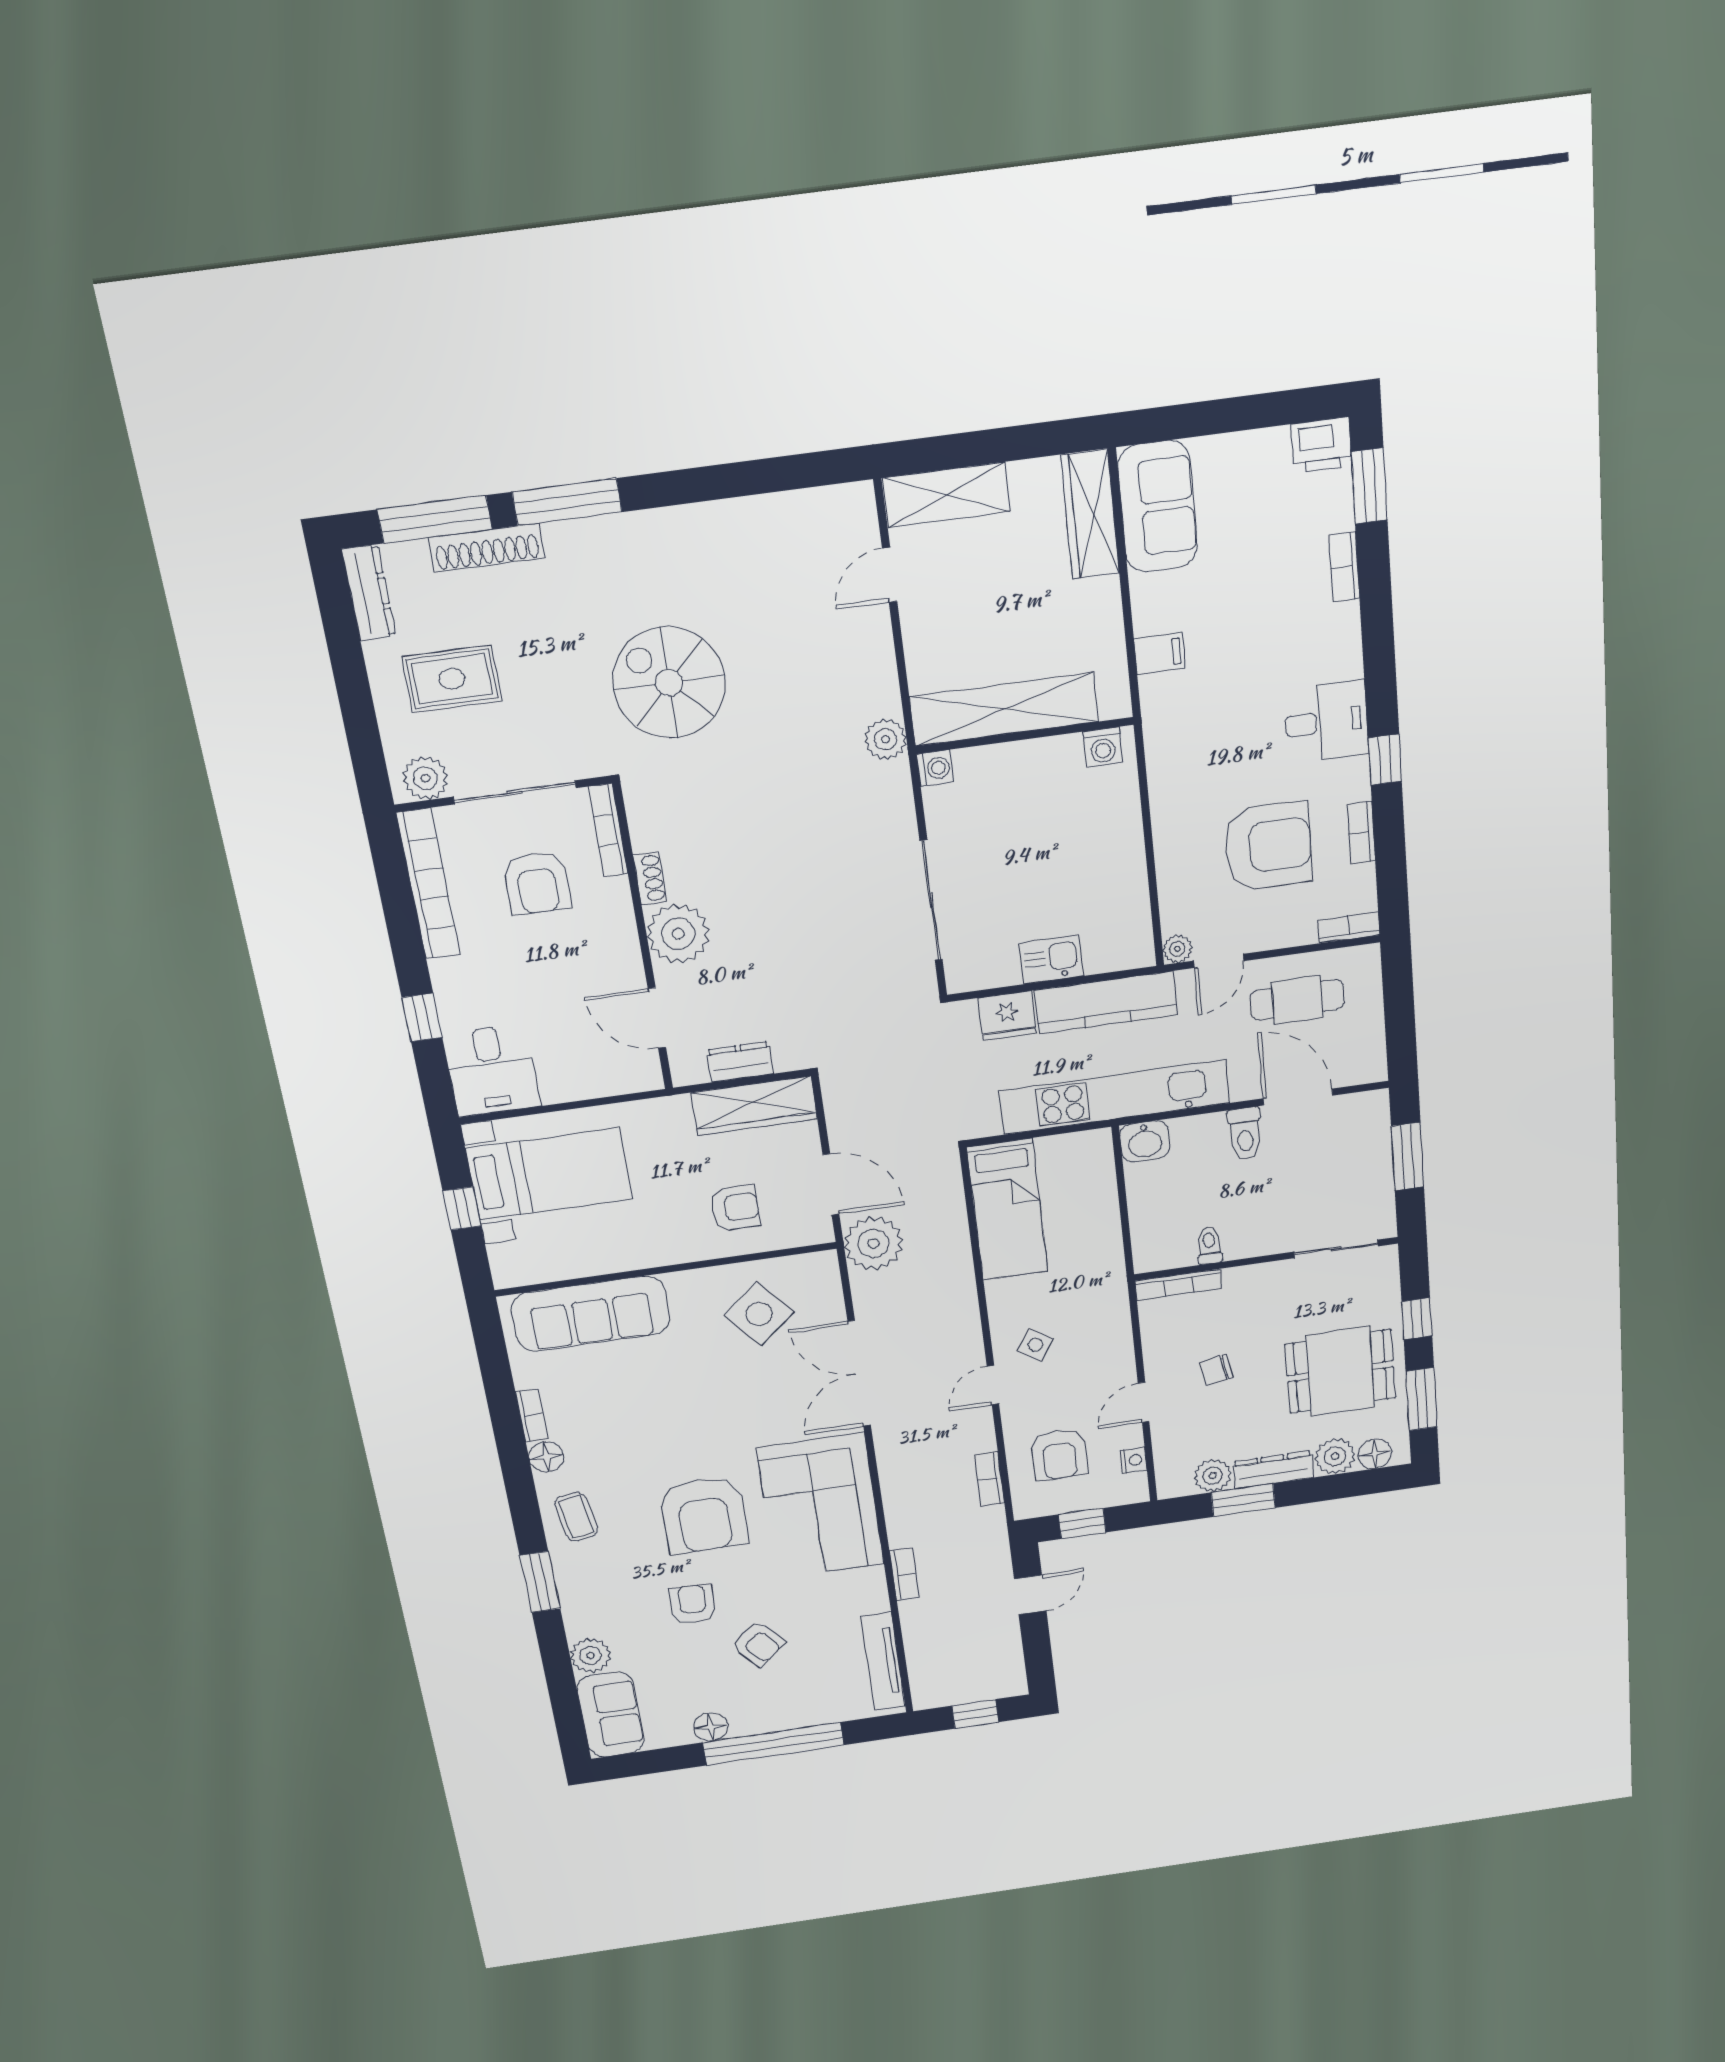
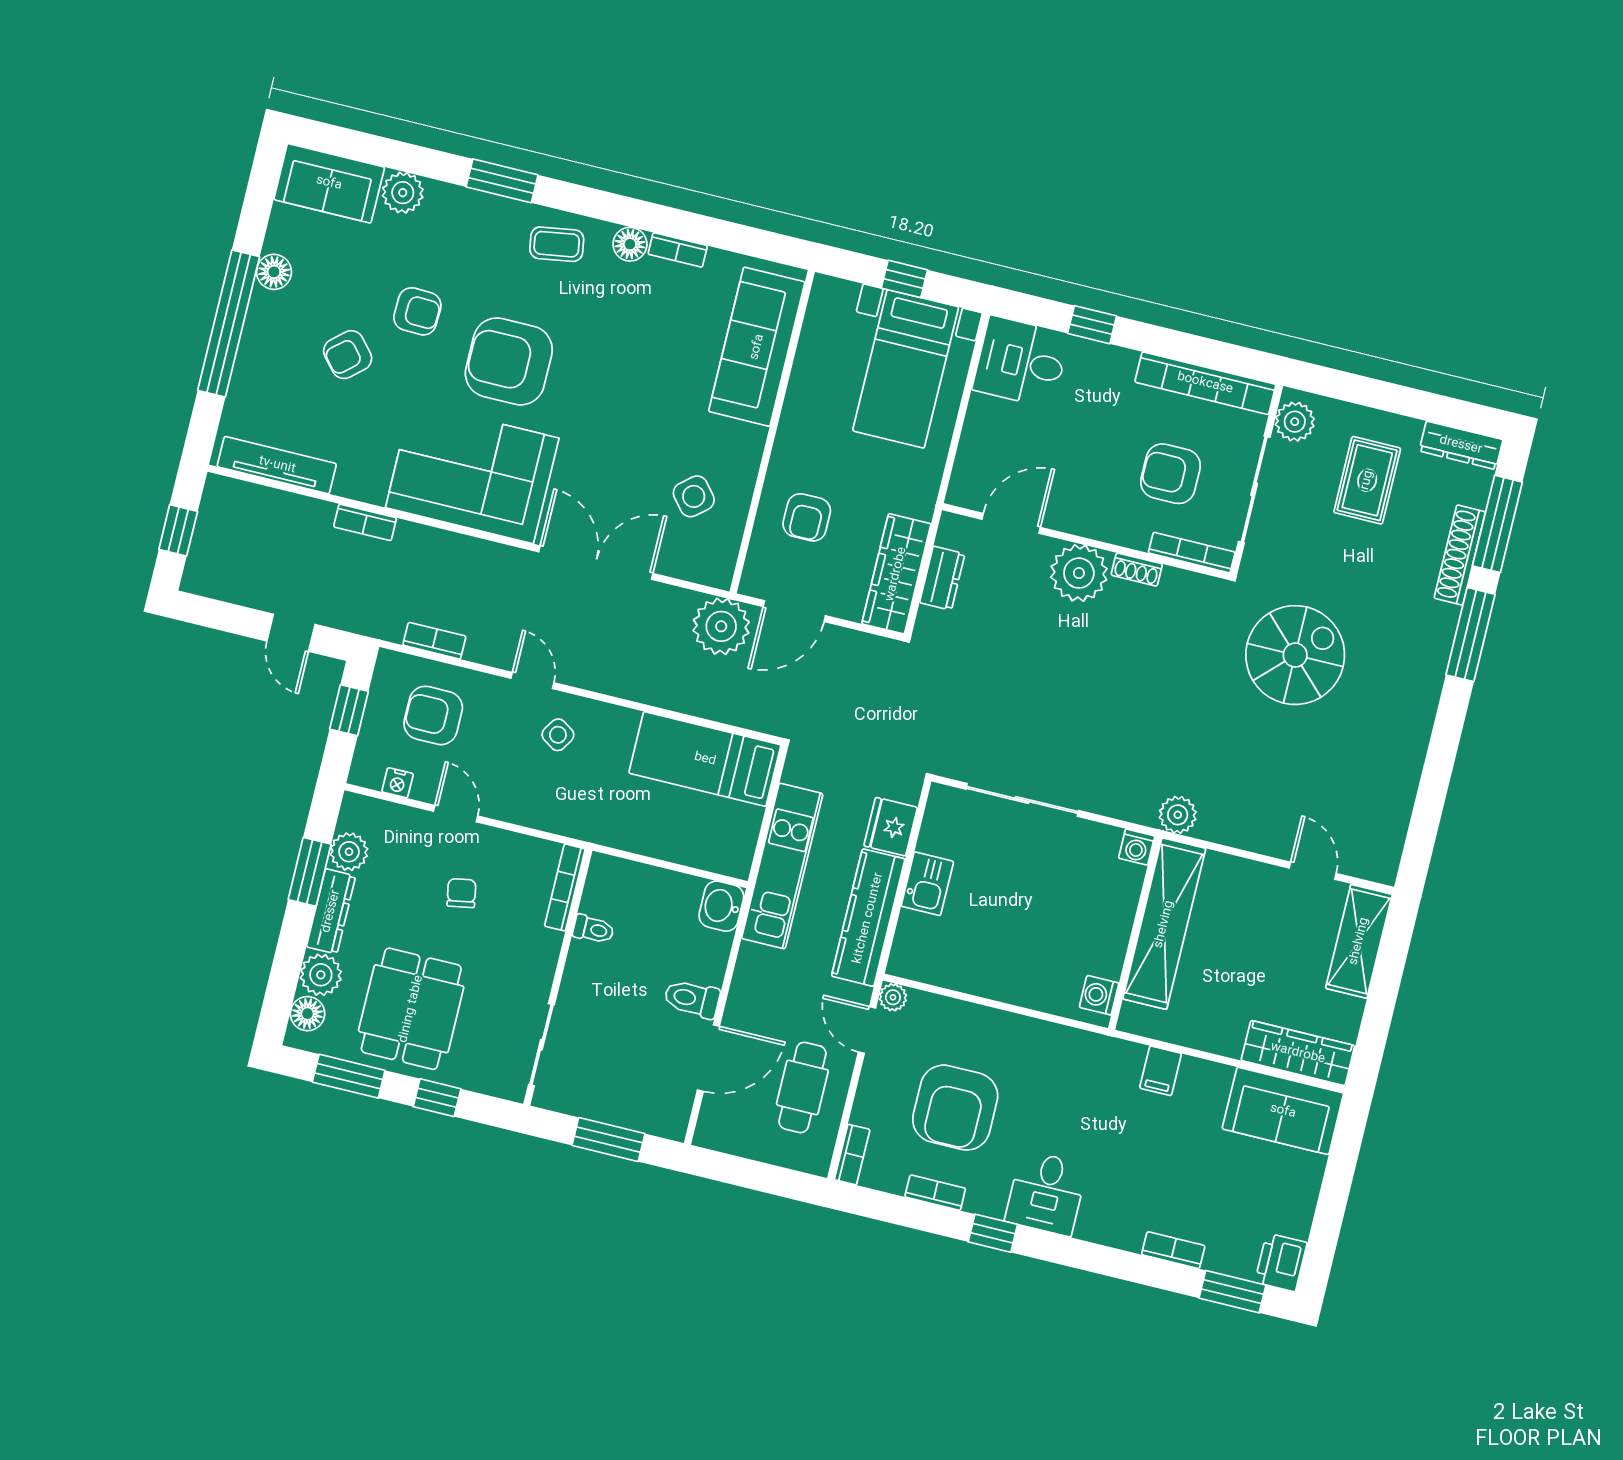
kitchen unit: (1115, 1097) -> (782, 866), width x0.73
side table: (759, 1314) -> (694, 496), width x0.73, depth x0.73

